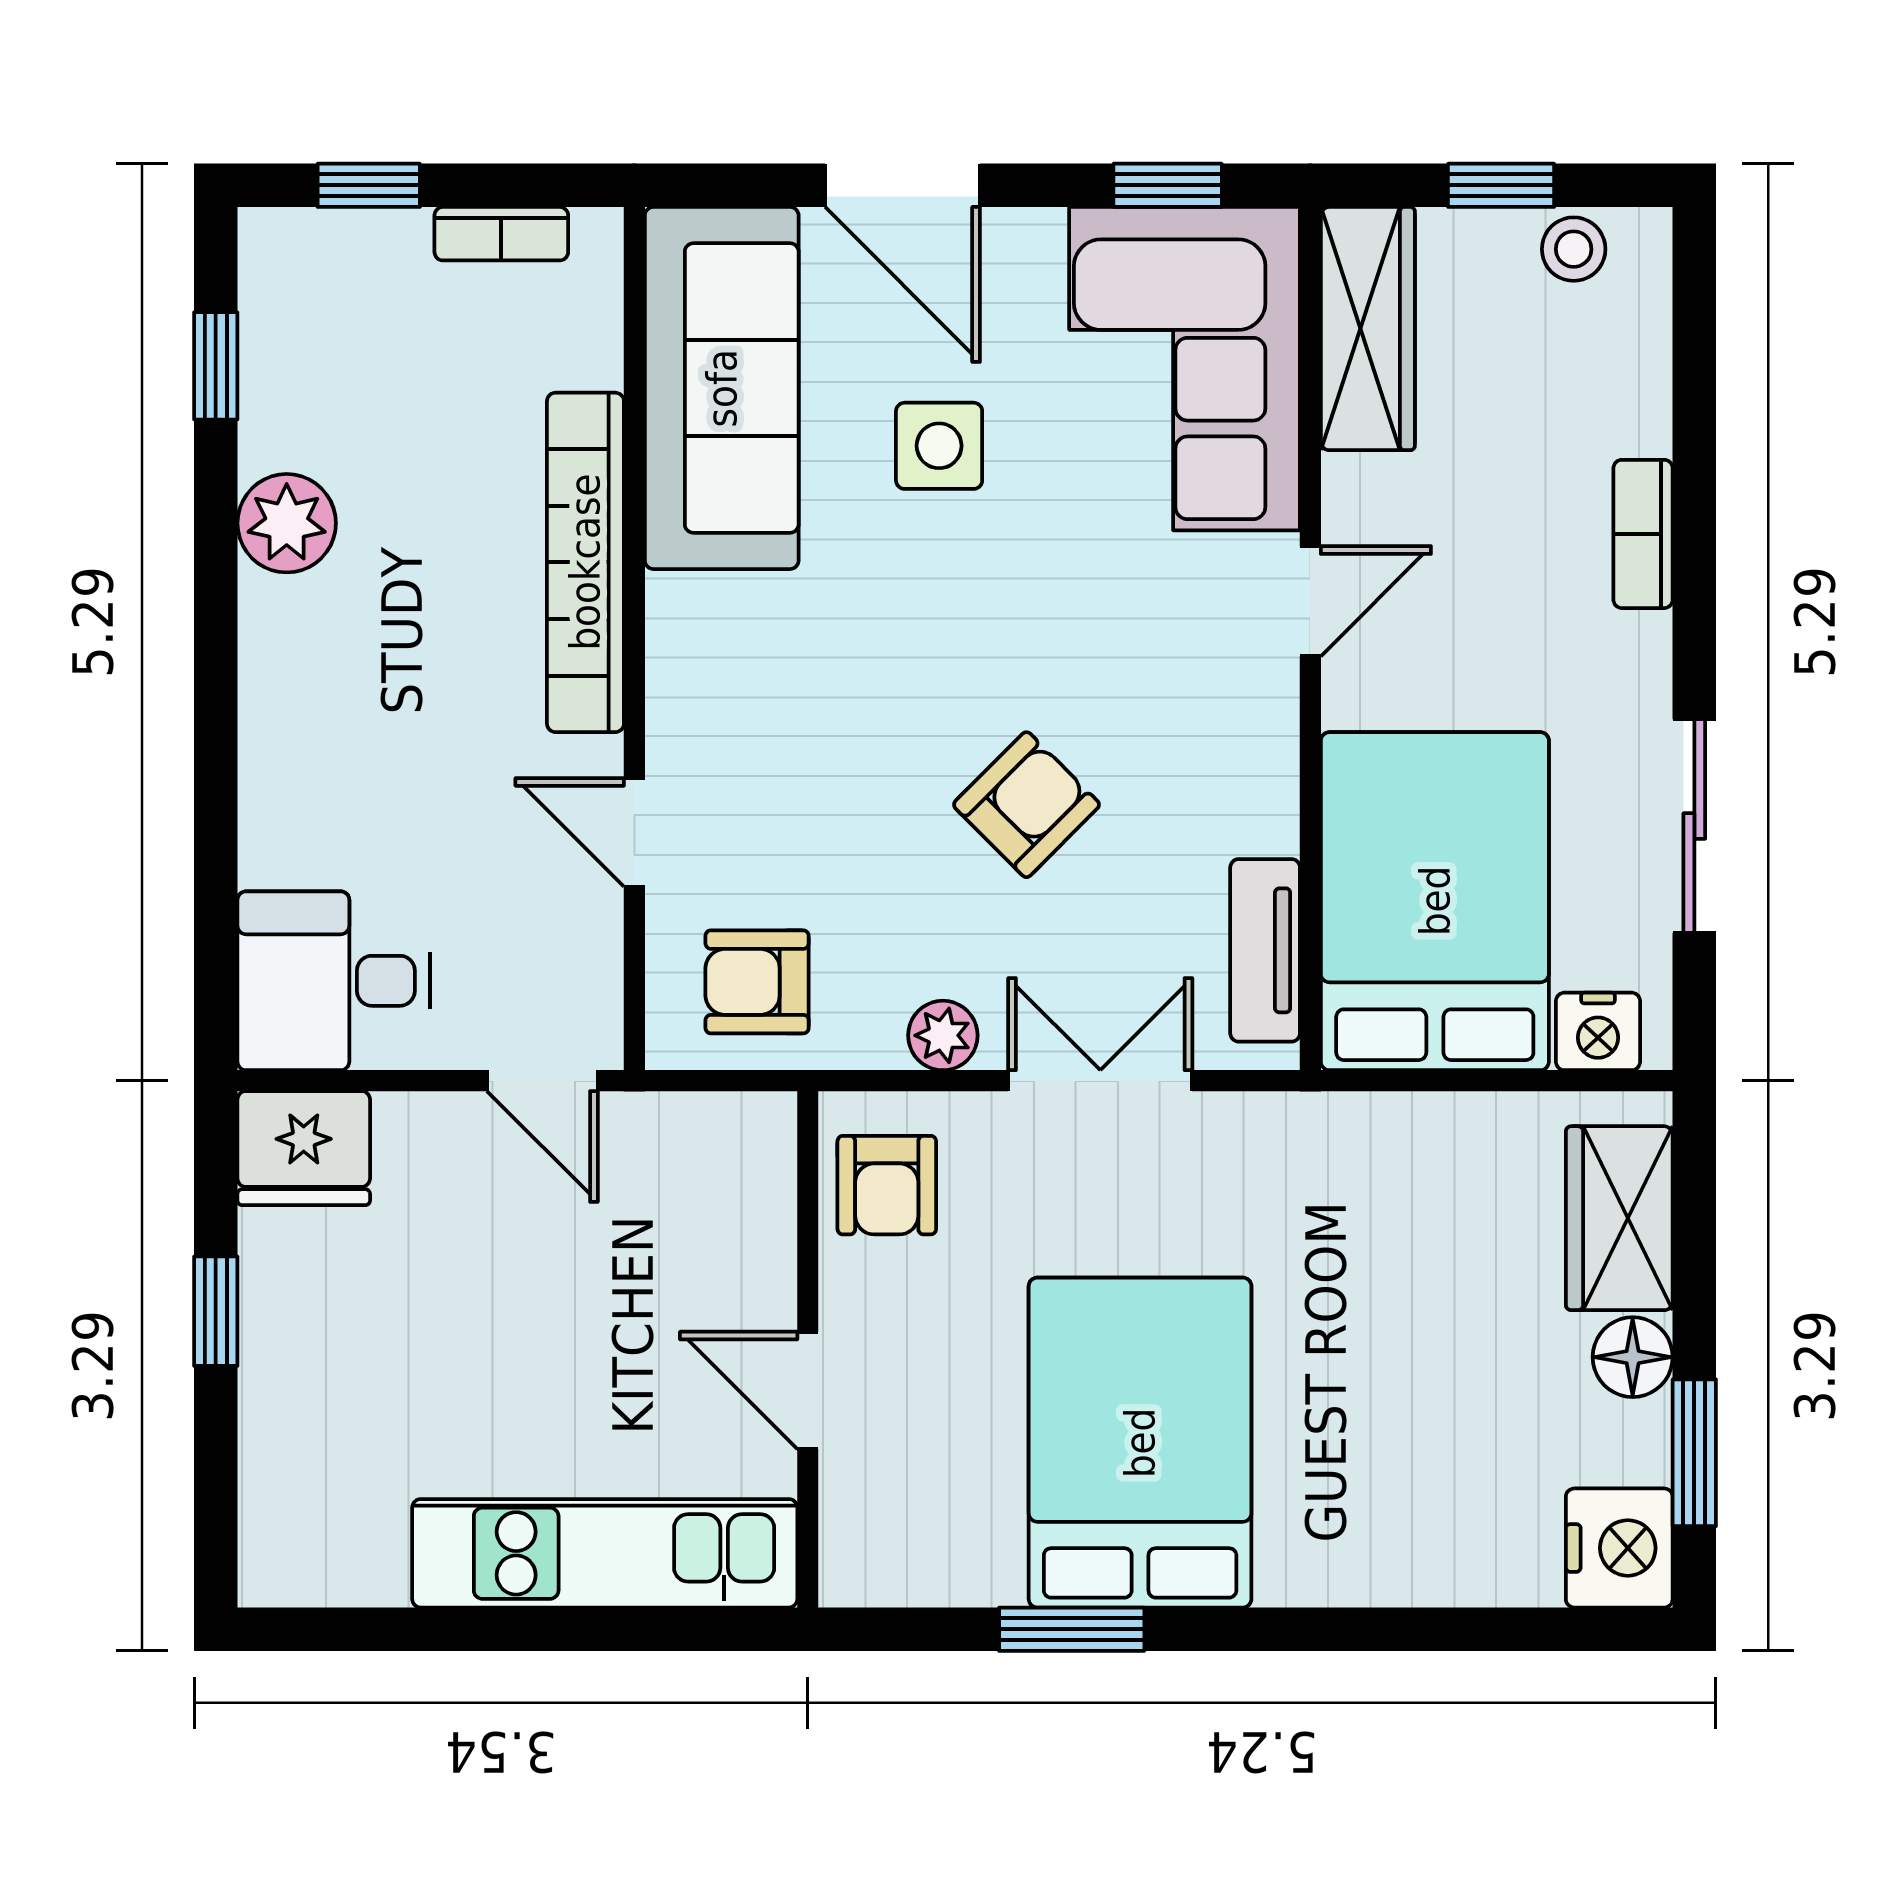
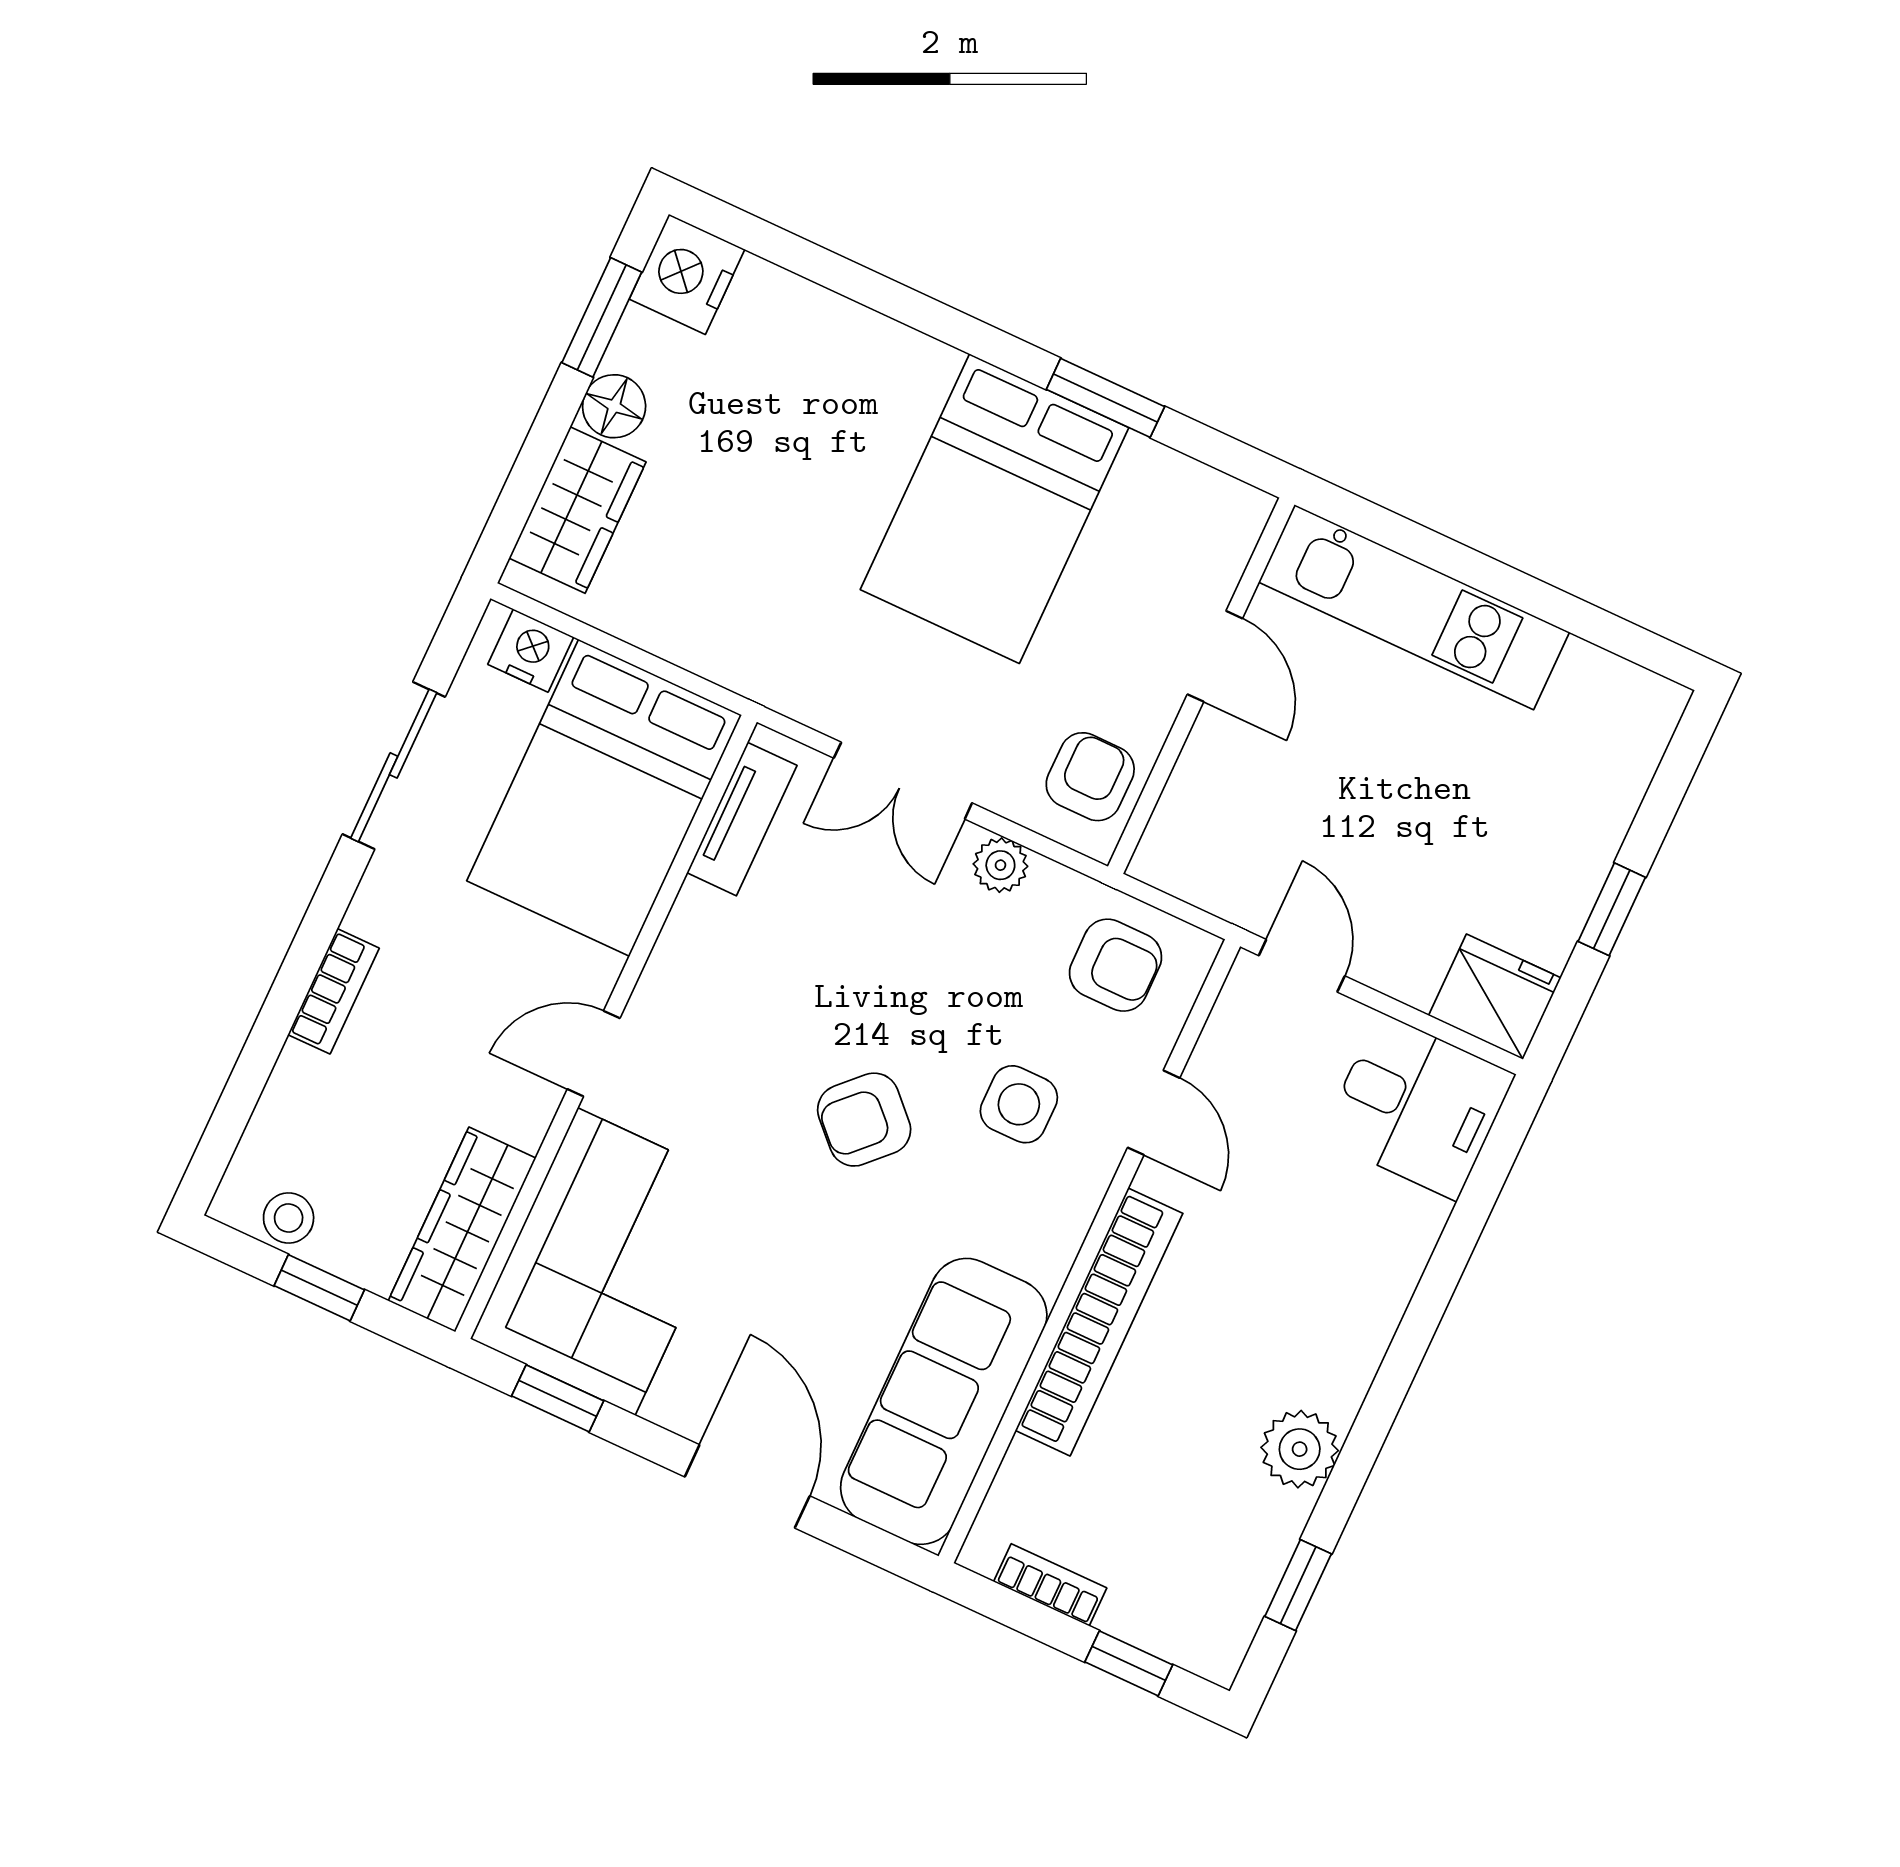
side table: (939, 446) -> (1019, 1104), moved
armchair: (1026, 805) -> (864, 1120), moved

